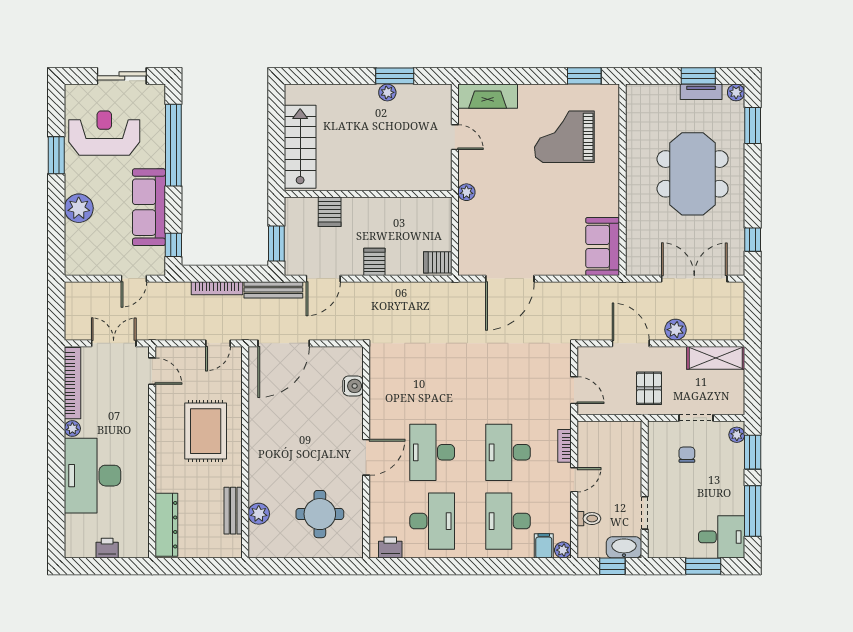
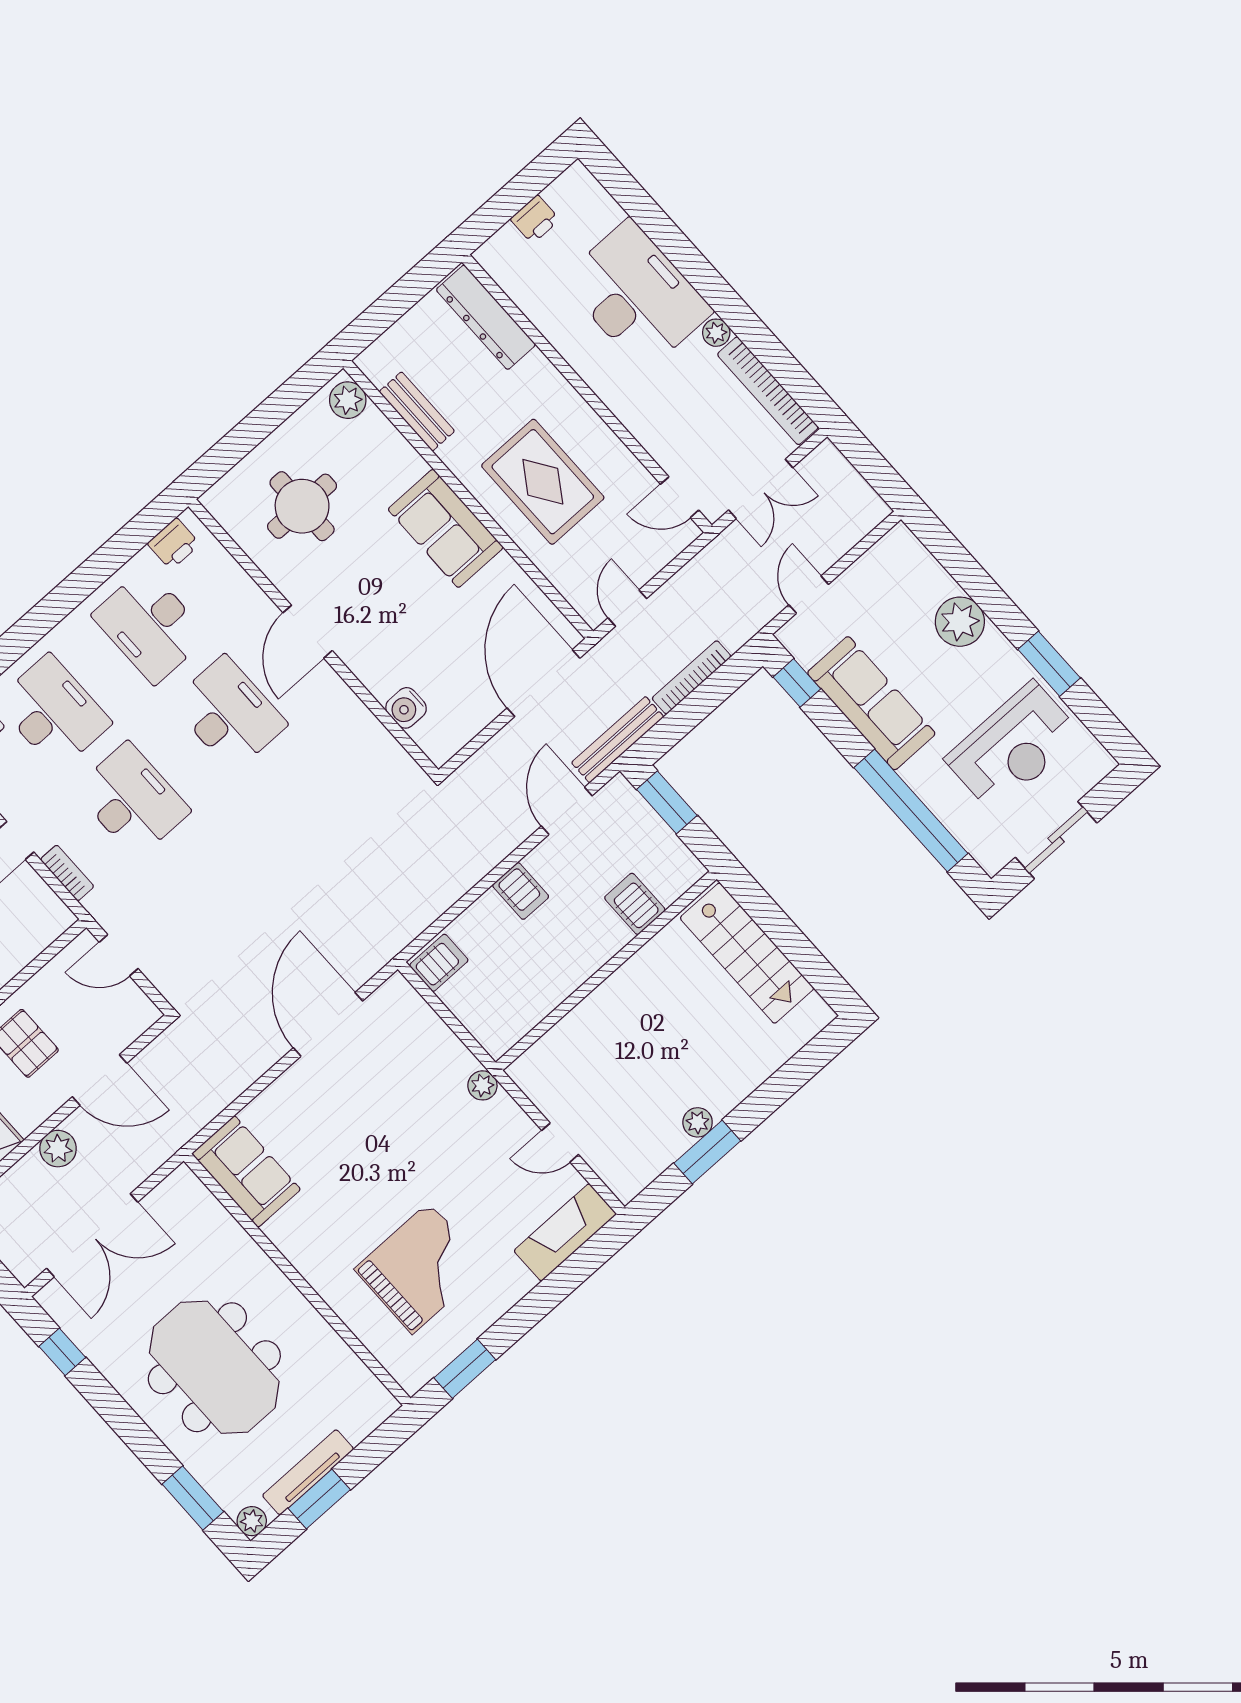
tv unit: (701, 92) -> (308, 1472), width x1.41
sofa: (266, 449) -> (446, 528), added
plant: (259, 514) -> (348, 400), moved

